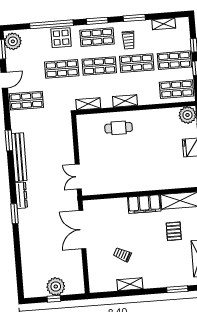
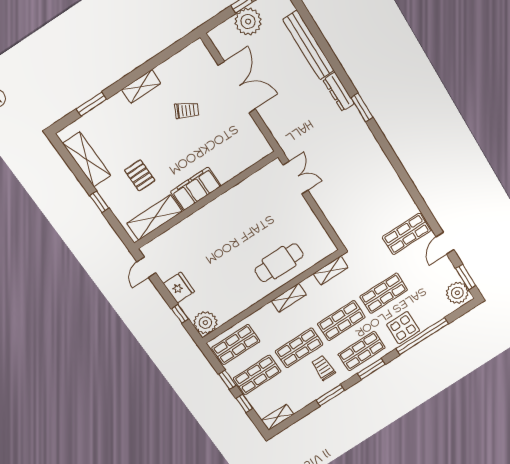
shelving: (164, 24) -> (277, 417), moved
cafe table: (119, 128) -> (279, 263), width x1.37, depth x1.35
window: (9, 140) -> (403, 175), removed
bench: (19, 157) -> (309, 45), moved
dresser: (21, 195) -> (339, 92), moved
window: (15, 214) -> (362, 107), moved
double door: (82, 230) -> (237, 87), moved
shelving: (130, 284) -> (141, 87), moved

